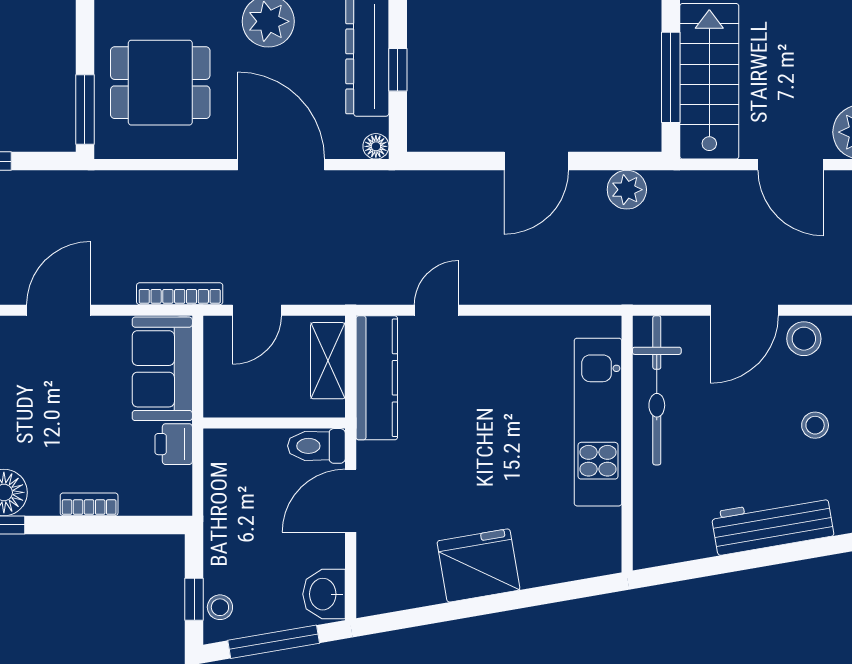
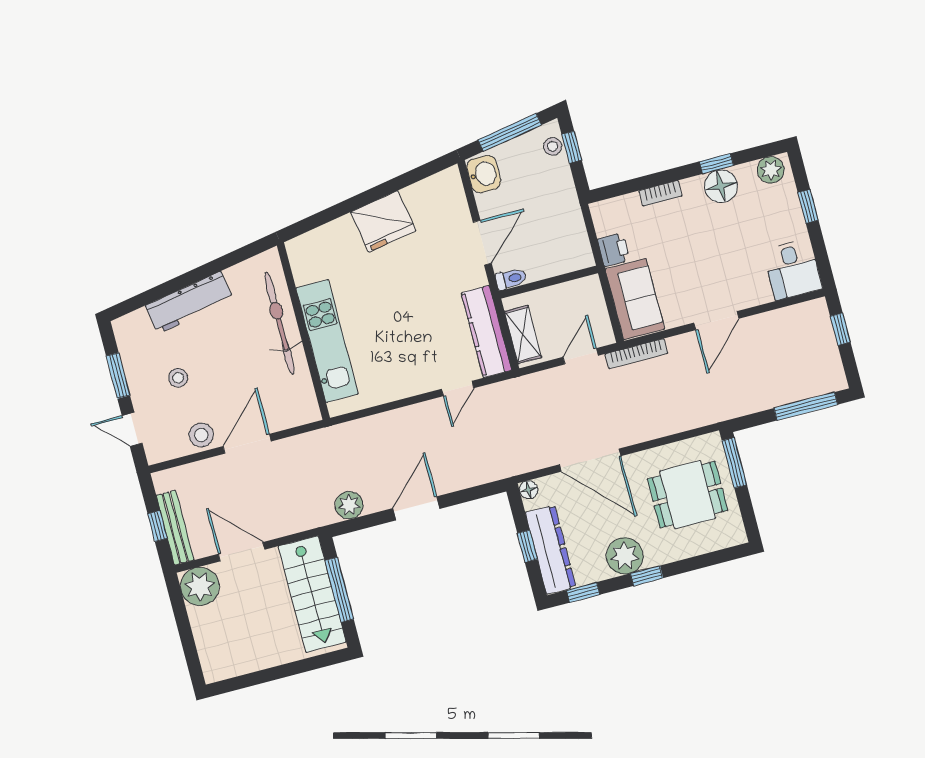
bicycle: (657, 390) -> (279, 323), moved
toilet: (316, 446) -> (511, 279), width x0.73, depth x0.72

